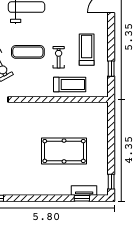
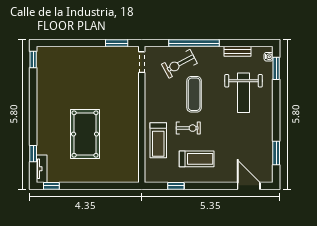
tv unit: (84, 191) -> (42, 169), moved

